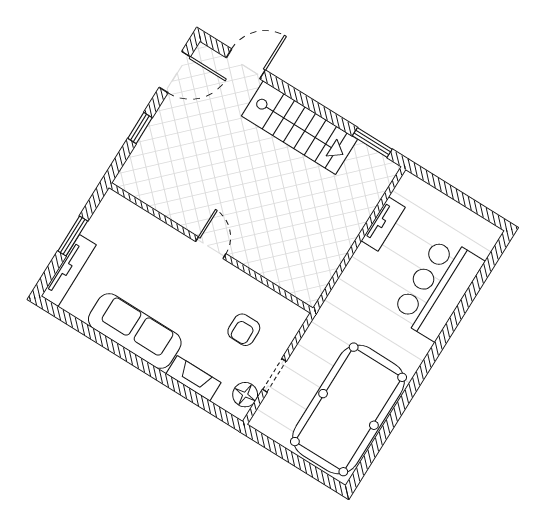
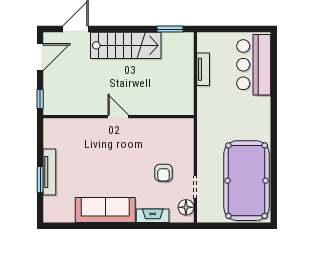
door: (211, 248) -> (118, 117), moved
wall: (211, 248) -> (118, 117), moved
tv unit: (69, 270) -> (49, 172), moved
bar counter: (437, 288) -> (254, 65), moved

